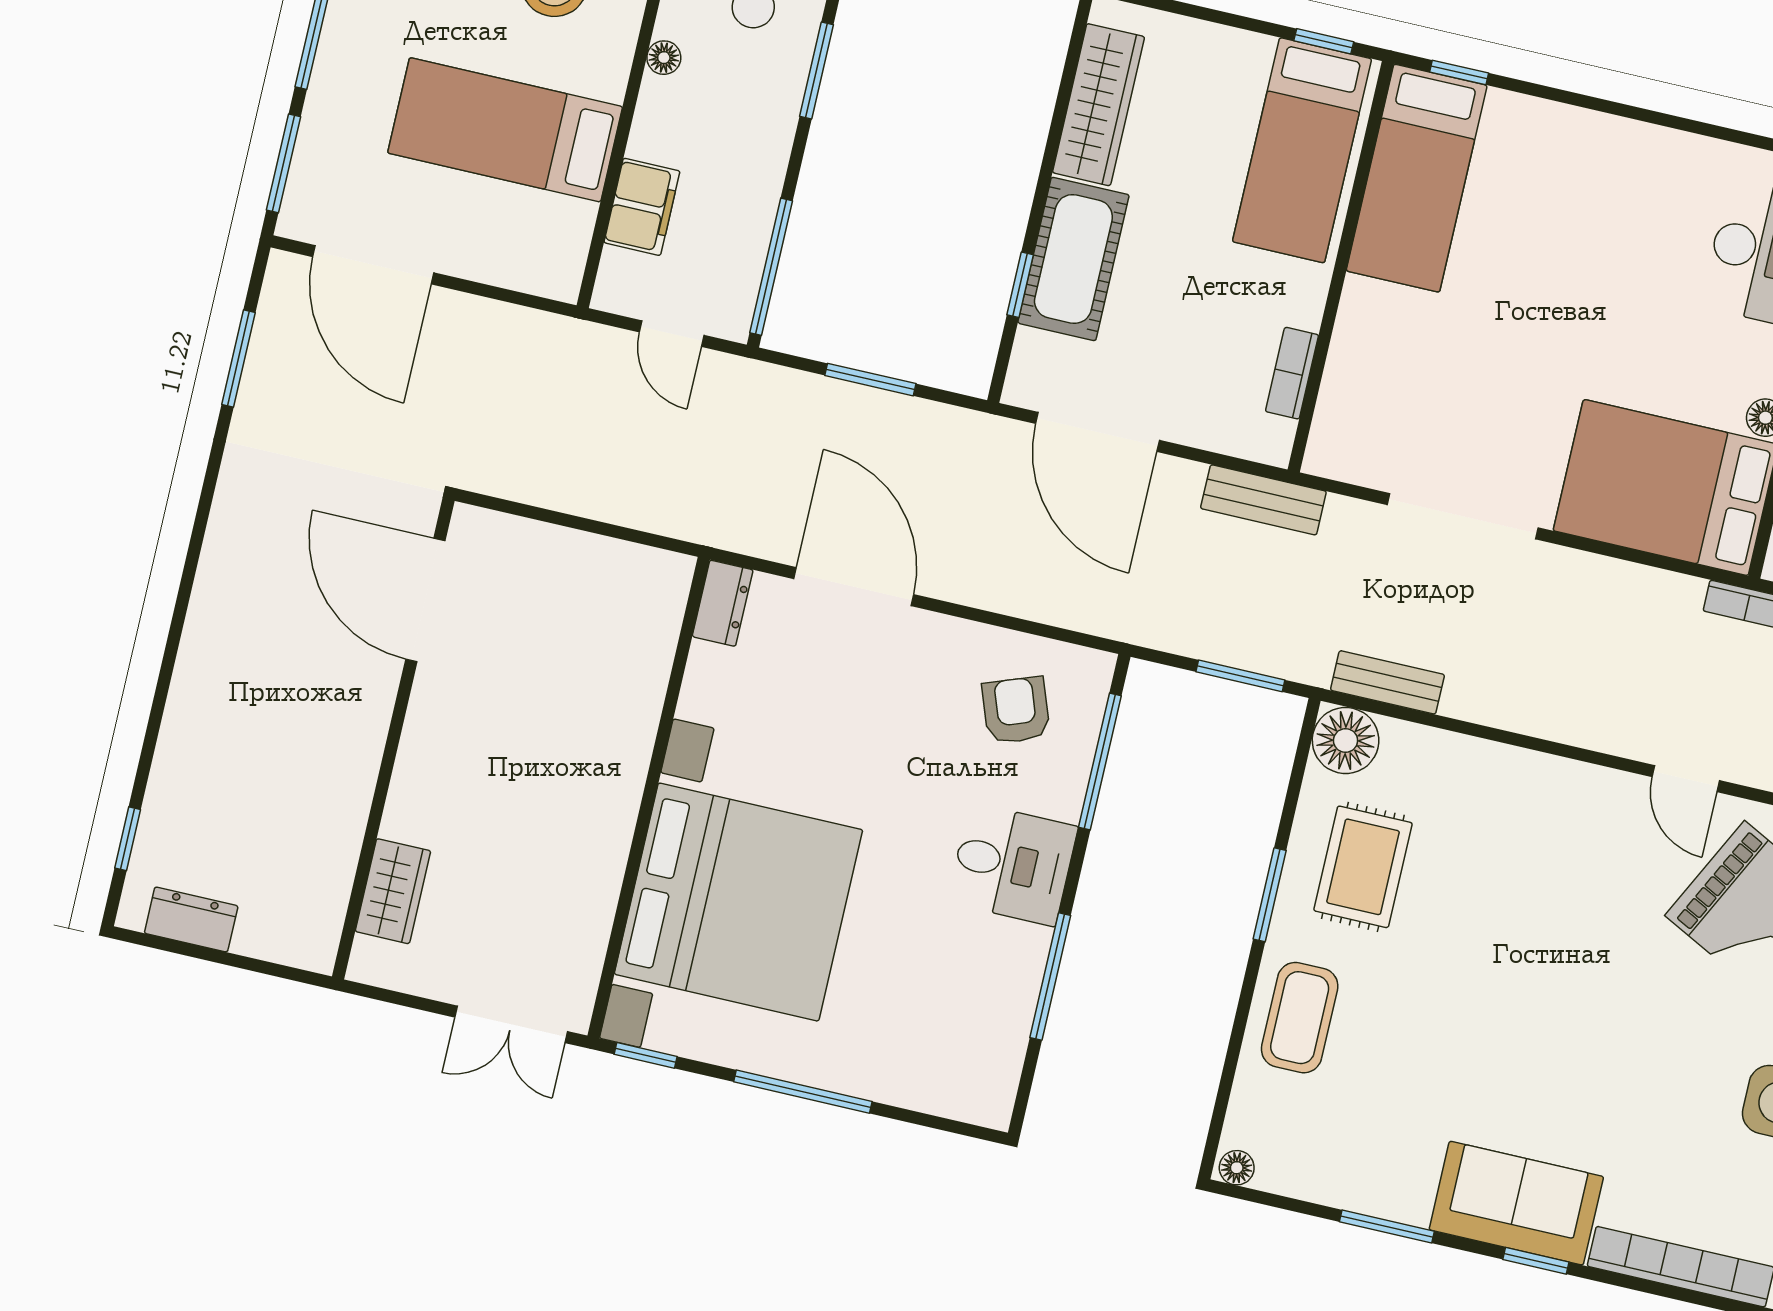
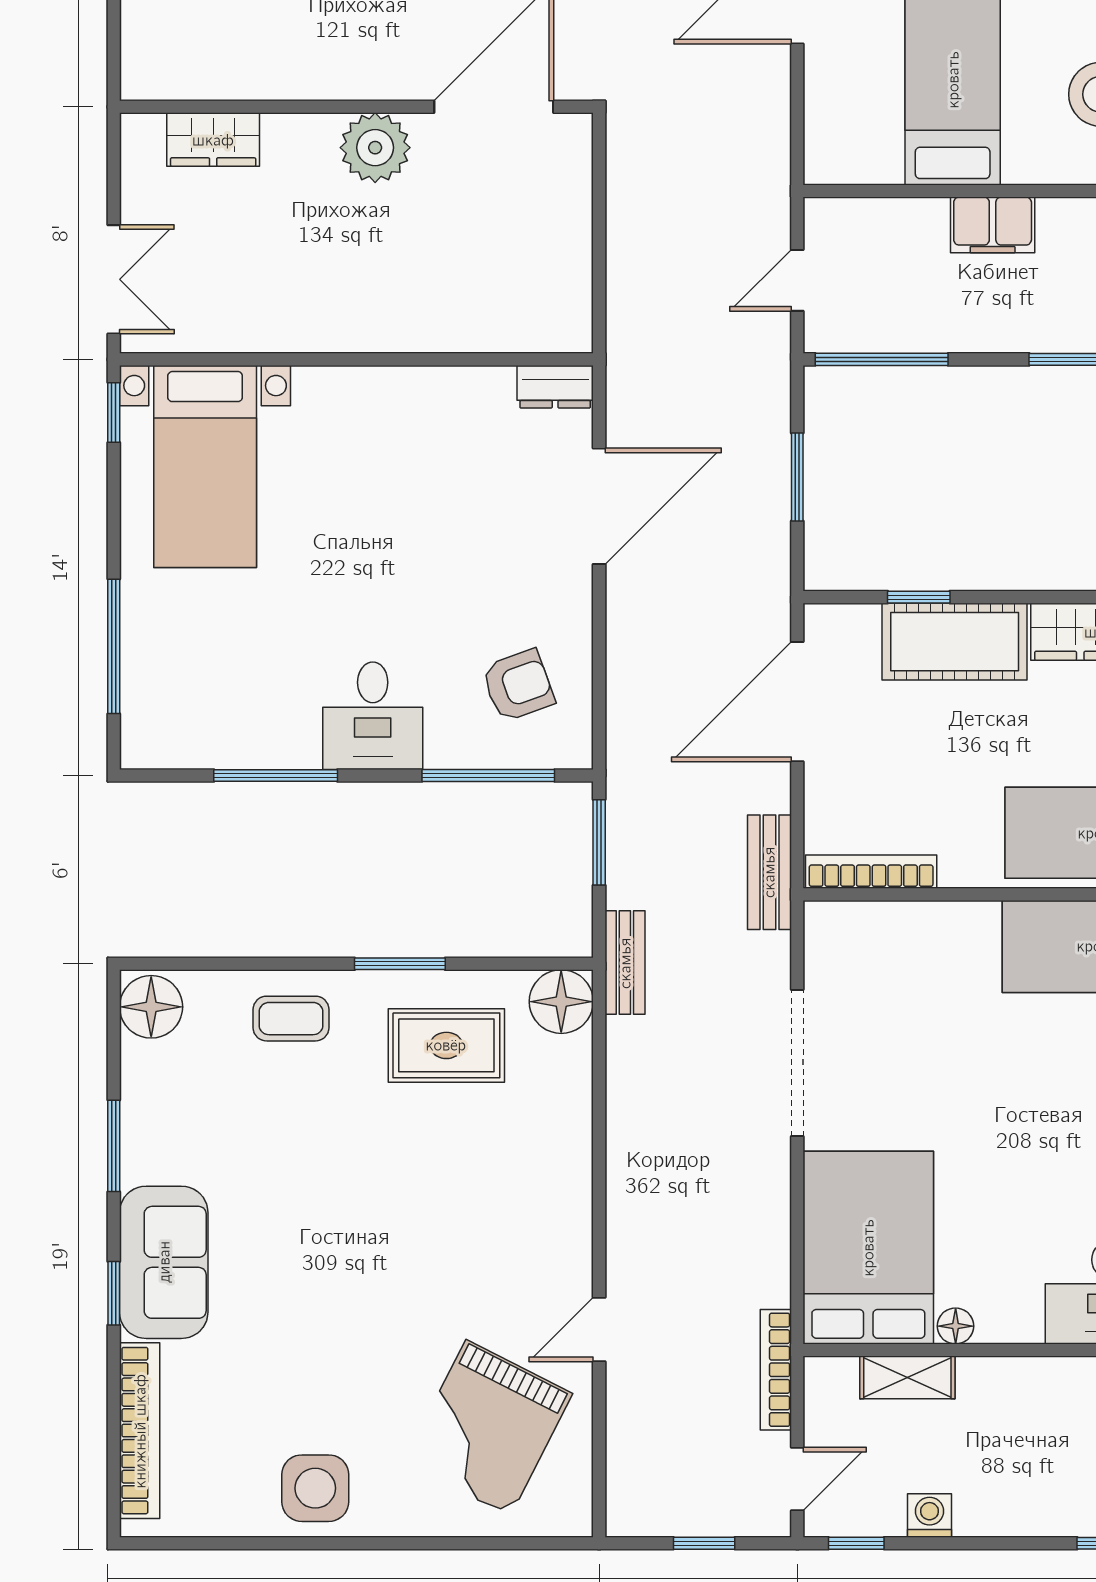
floor lamp: (664, 58) -> (1055, 213), removed
filing cabinet: (642, 207) -> (993, 225), moved
bookcase: (1292, 373) -> (871, 872), width x1.56
window: (1240, 676) -> (599, 842), moved
bench: (1387, 682) -> (625, 963), moved
plant: (439, 729) -> (375, 148), added
bed with nightstands: (738, 902) -> (205, 466), width x0.54
coffee table: (1300, 1018) -> (291, 1019), width x0.73, depth x0.77
double door: (511, 1024) -> (114, 279), swing flipped
window: (803, 1092) -> (114, 646), moved
floor lamp: (1237, 1168) -> (151, 1007), width x1.89, depth x1.89

